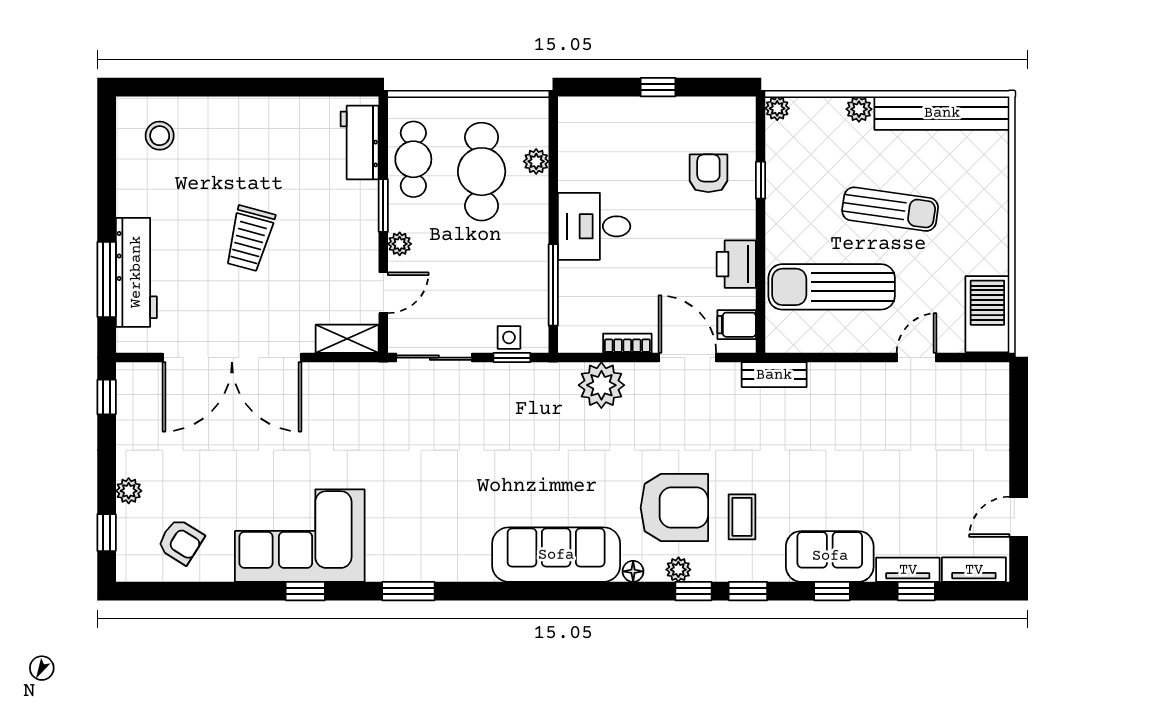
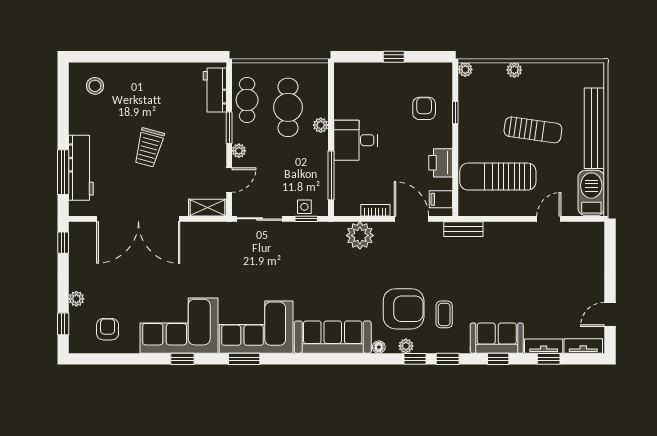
bench: (942, 113) -> (594, 128), moved, turned 90
plant: (536, 161) -> (321, 125), moved
corner sofa: (428, 538) -> (256, 327), added
armchair: (181, 541) -> (108, 329), turned -122

